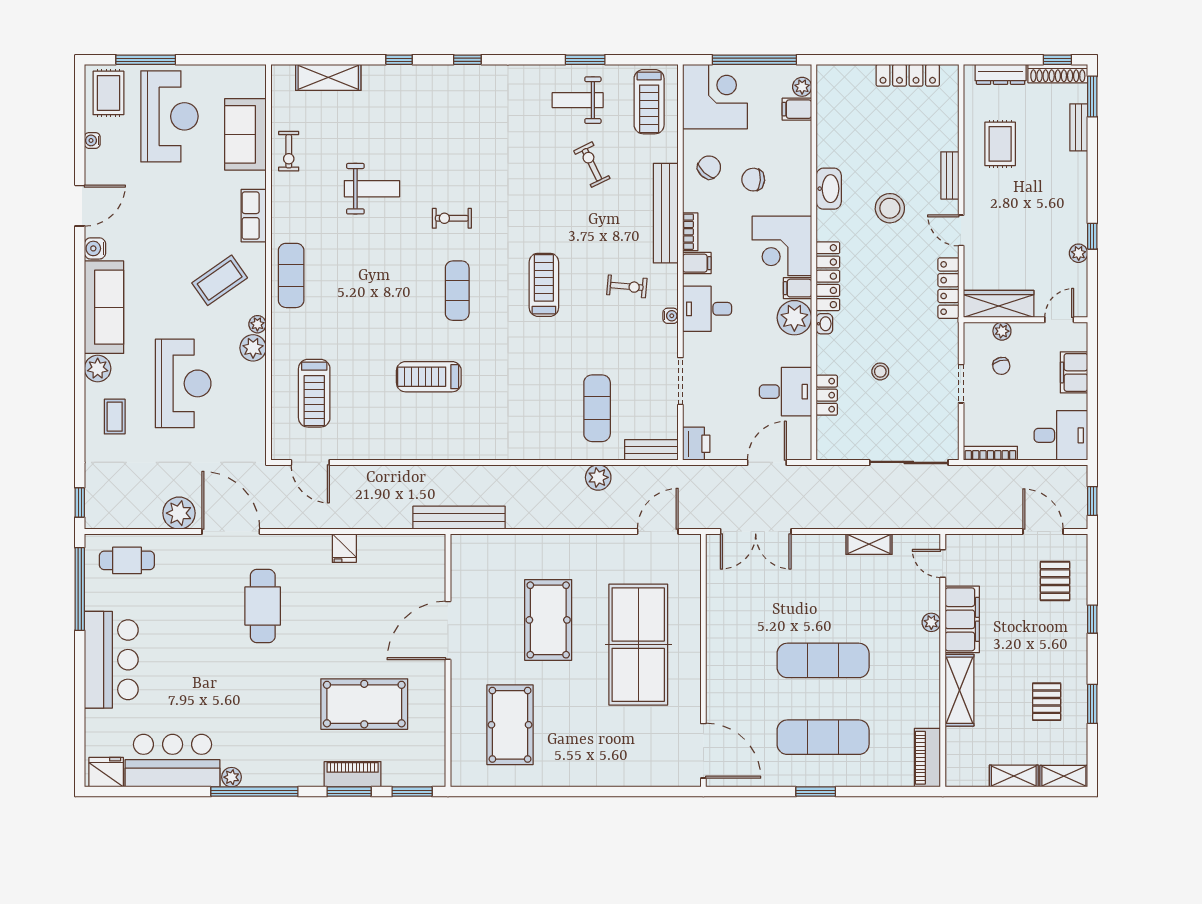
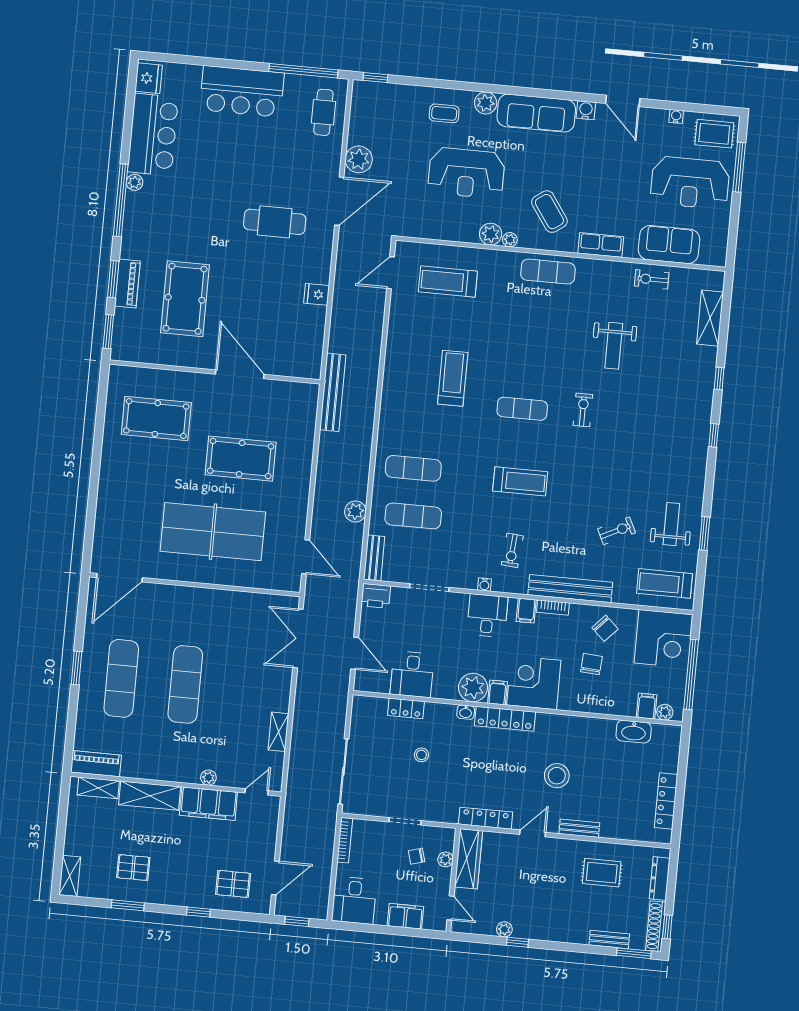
washbasin: (829, 189) -> (634, 732), moved
exercise mat: (540, 413) -> (413, 468), added
shelving: (1014, 776) -> (98, 788), moved, turned 90

